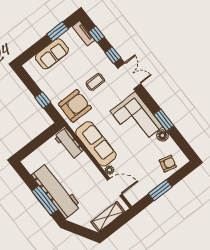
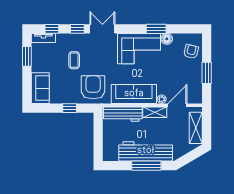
sofa: (52, 54) -> (40, 88), moved
coffee table: (95, 82) -> (74, 60), moved
workbench: (69, 143) -> (123, 114), width x1.38
shelving: (94, 173) -> (155, 112), added

